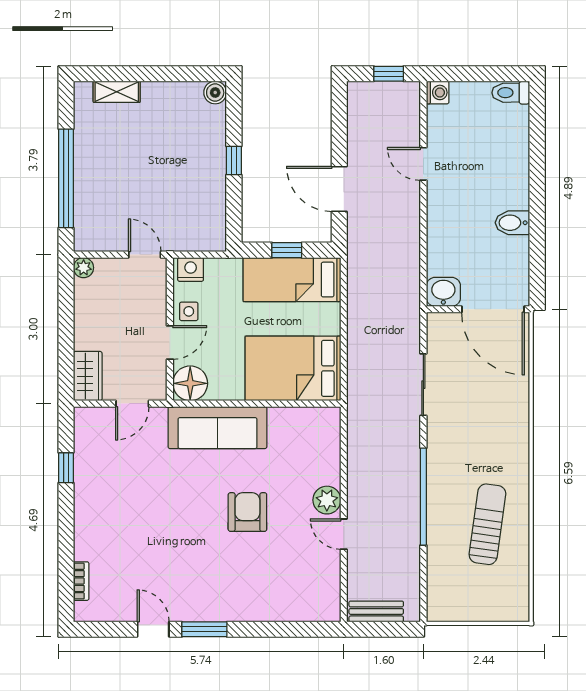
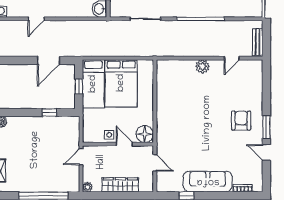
window: (234, 160) -> (49, 112), moved
nightstand: (191, 269) -> (88, 134), removed
bed: (293, 368) -> (121, 83), moved
wardrobe: (88, 376) -> (120, 185), moved, width x1.50
sofa: (217, 428) -> (208, 182), moved, turned -90
armchair: (247, 512) -> (241, 121), moved, turned 90
door: (344, 534) -> (232, 58), moved
door: (153, 629) -> (266, 153), hinge flipped

